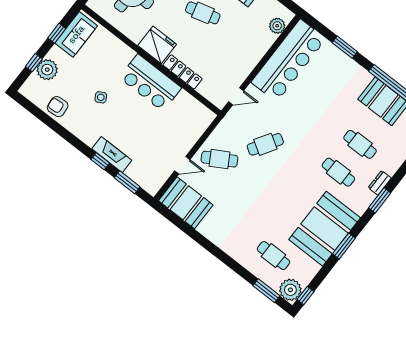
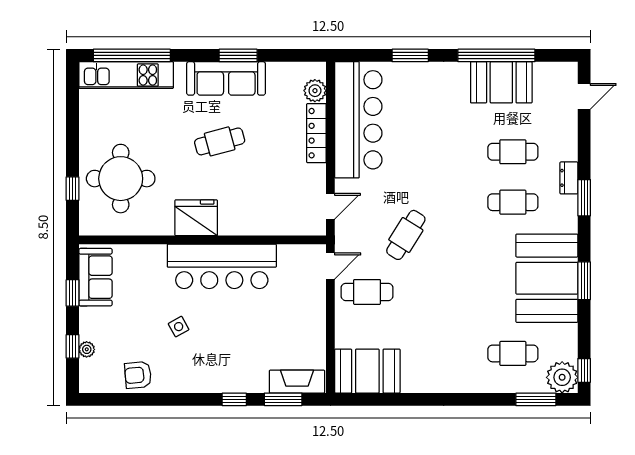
plant: (47, 70) -> (87, 349), width x0.53, depth x0.53
locker: (183, 72) -> (316, 133), moved, turned -90
bar counter: (150, 83) -> (222, 266), width x1.36
fireplace: (112, 155) -> (297, 382), moved
cafe table: (219, 159) -> (367, 292), turned 30
door: (182, 165) -> (330, 266), moved

